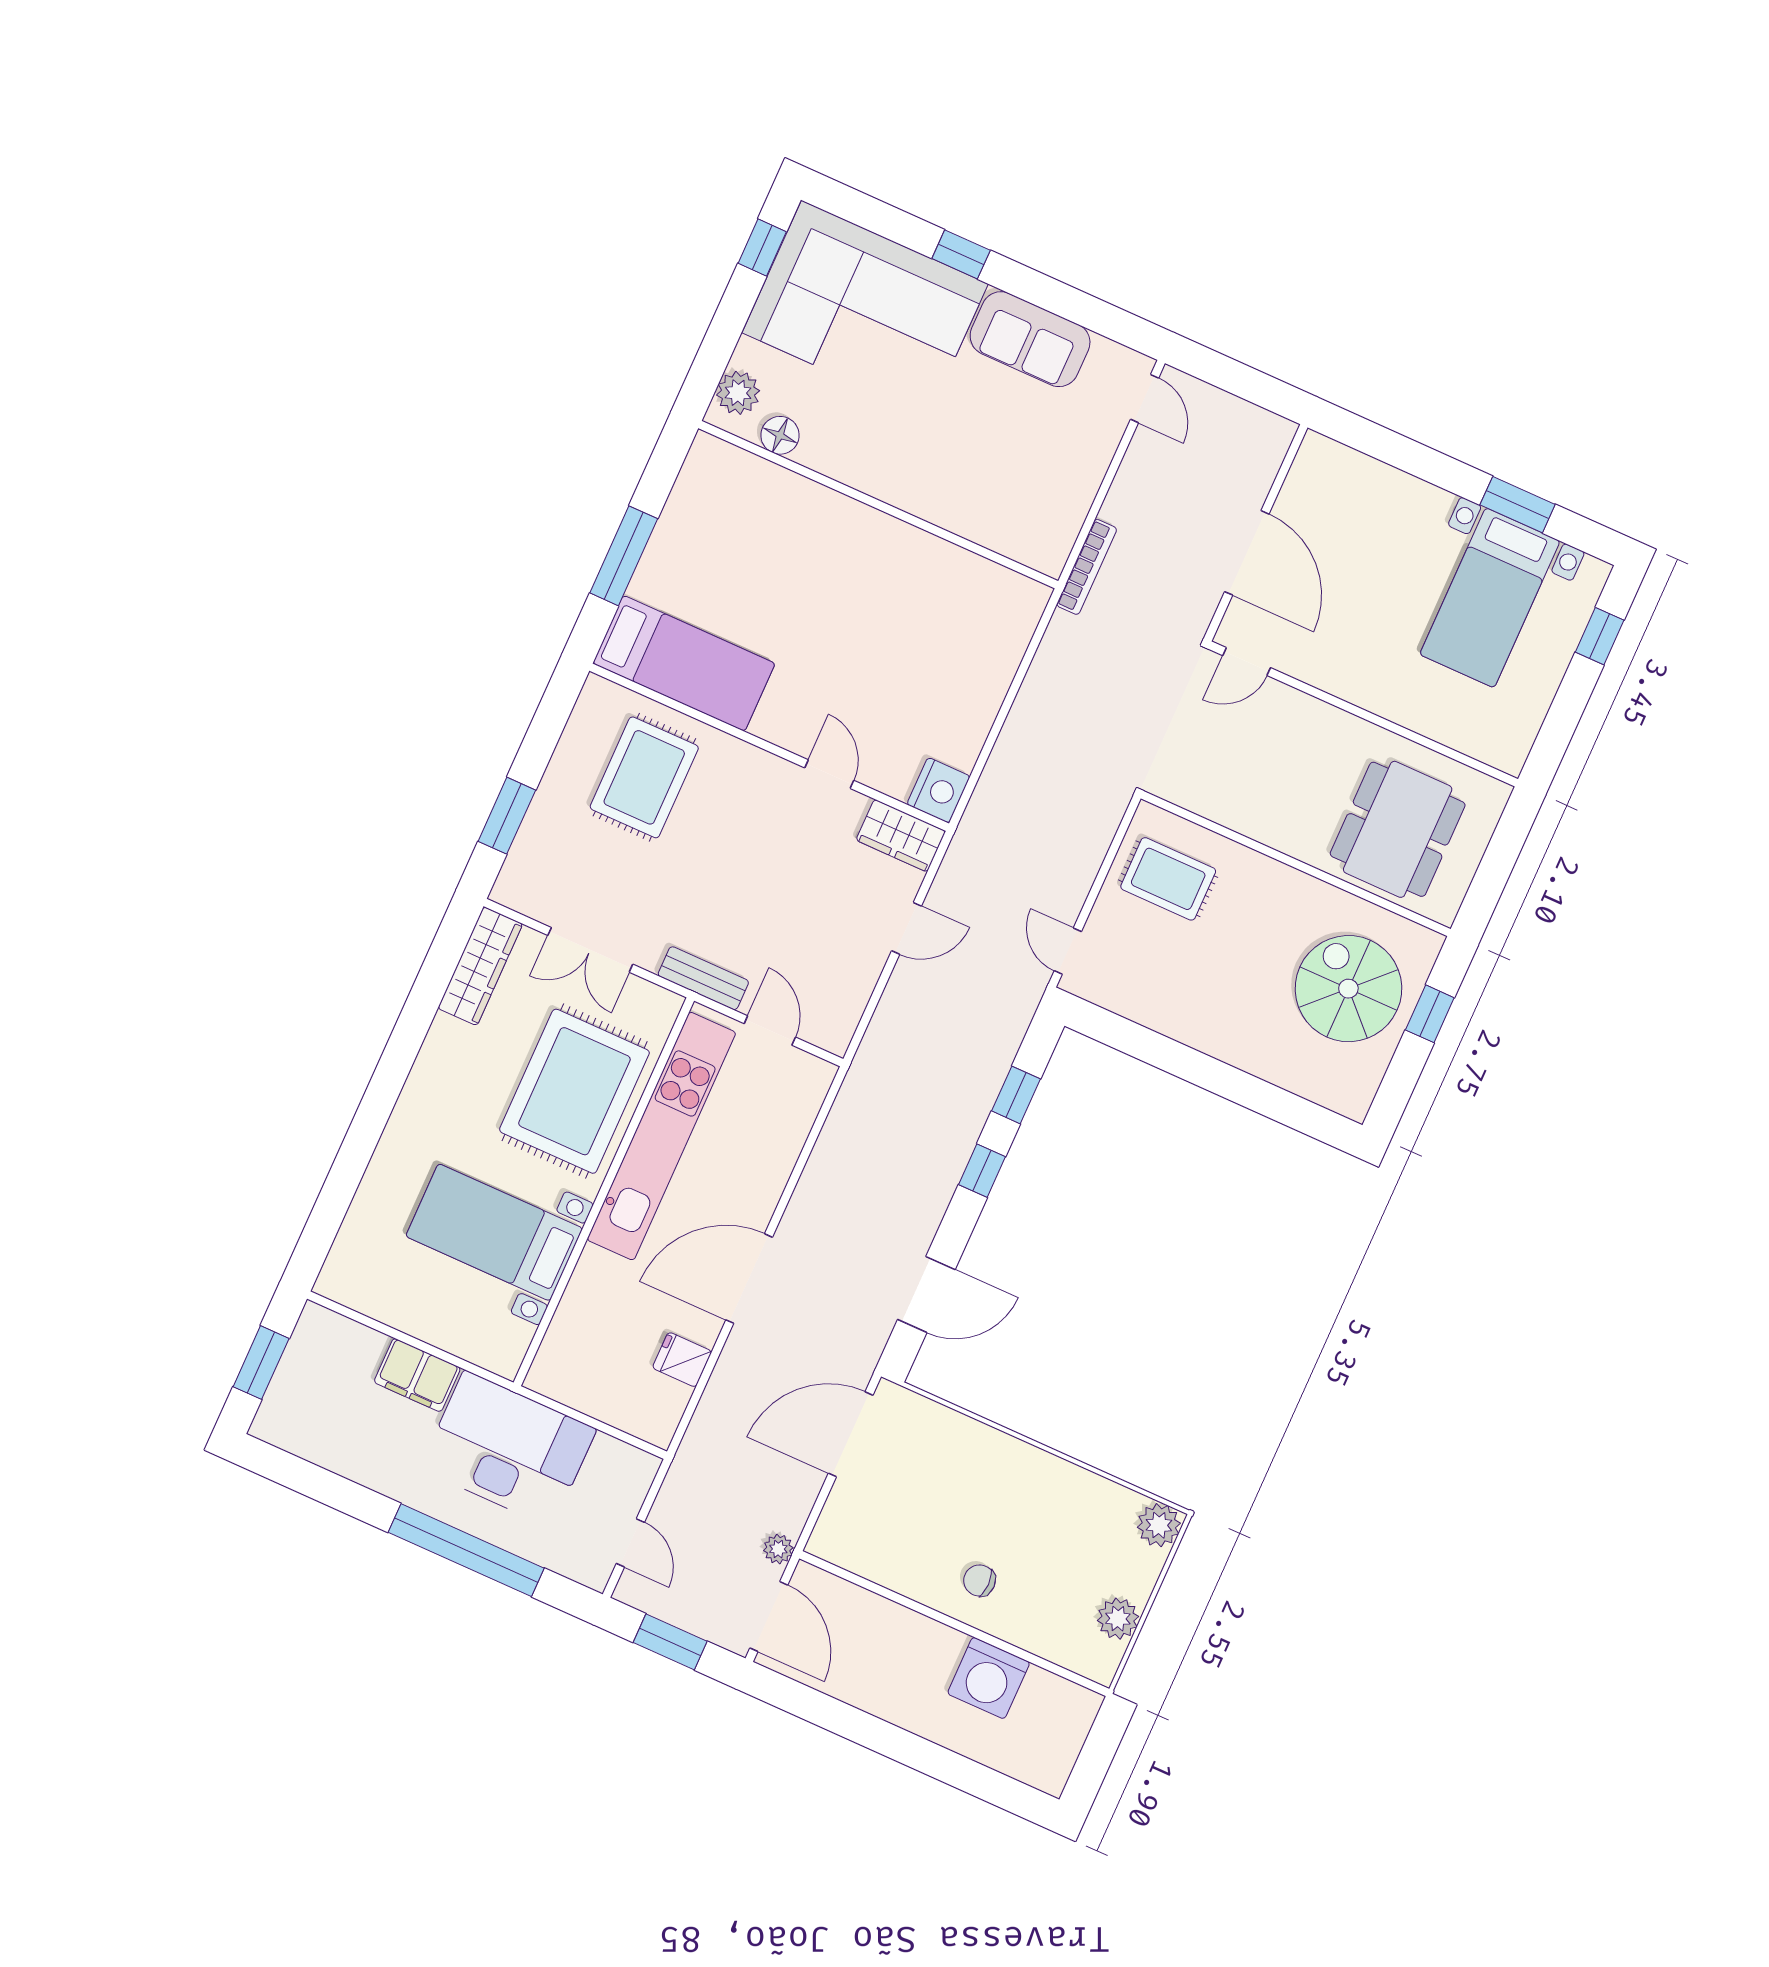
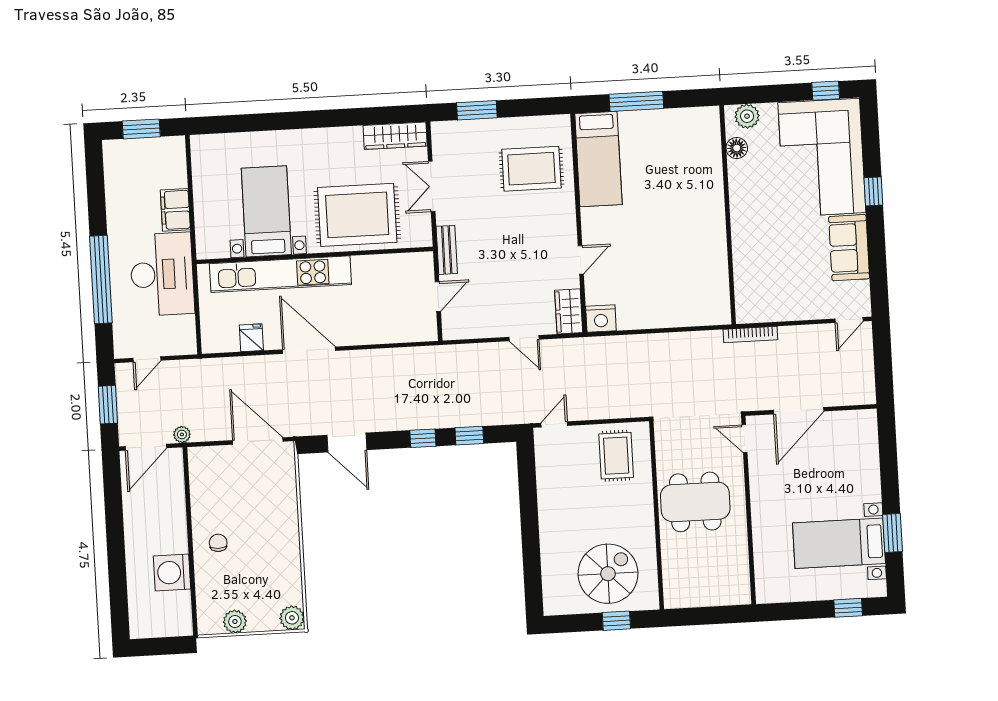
dining table: (1398, 829) -> (695, 502), moved
kitchen unit: (661, 1136) -> (280, 274), moved

